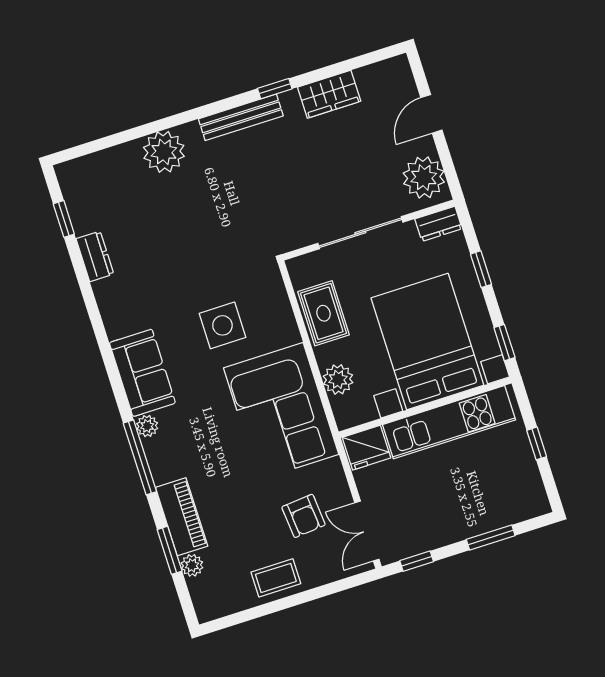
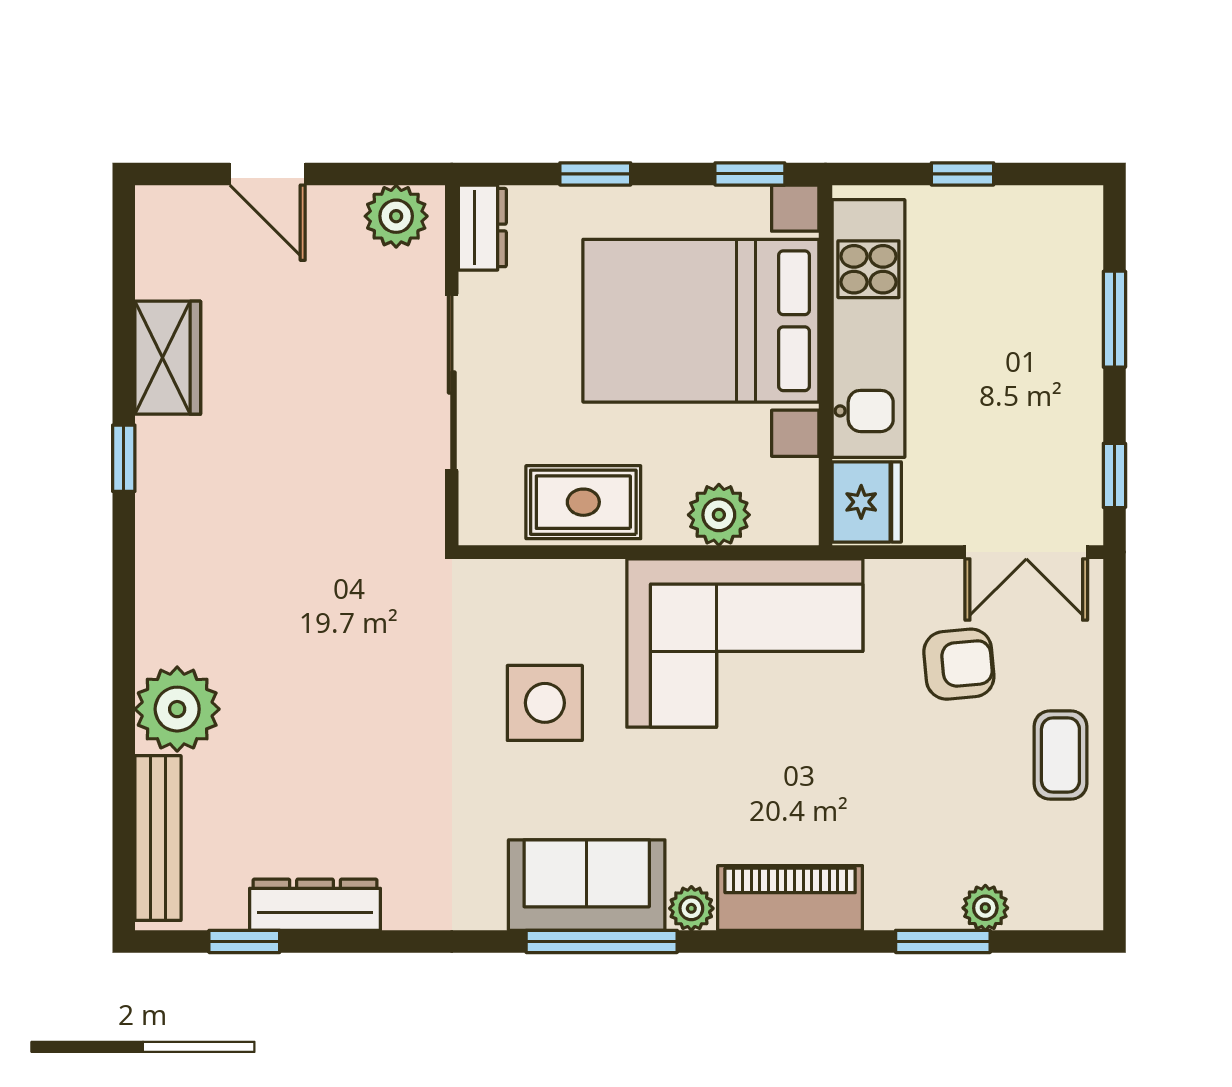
bench: (241, 117) -> (158, 838), moved
plant: (424, 178) -> (396, 216), width x0.73, depth x0.73
dresser: (95, 256) -> (315, 905), width x1.44
window: (140, 457) -> (602, 941), moved
piano: (182, 517) -> (790, 898), moved

